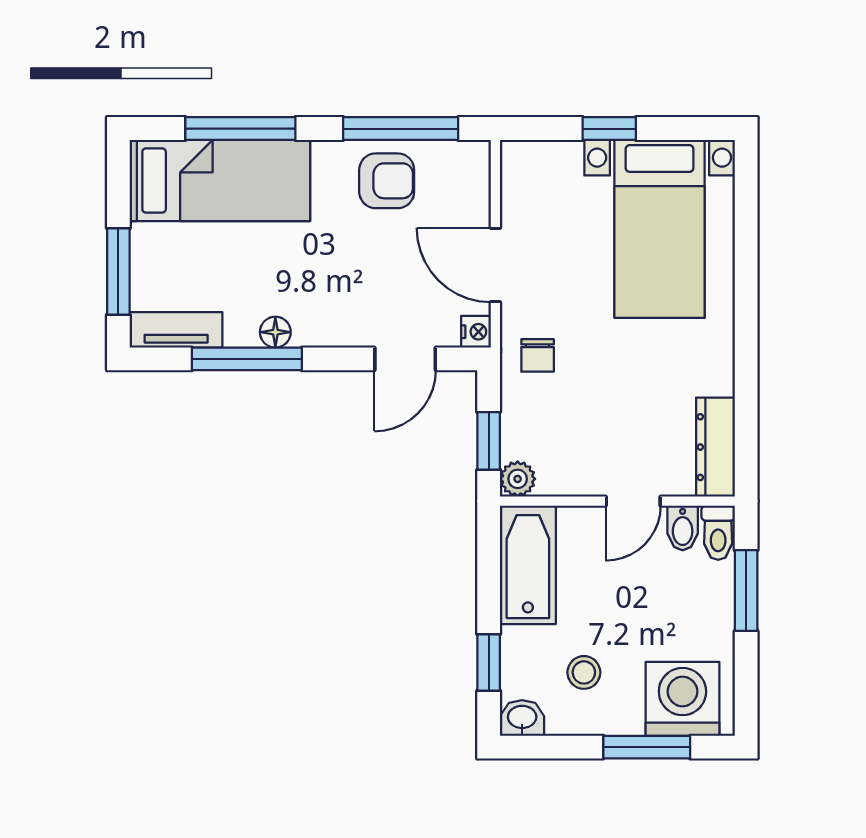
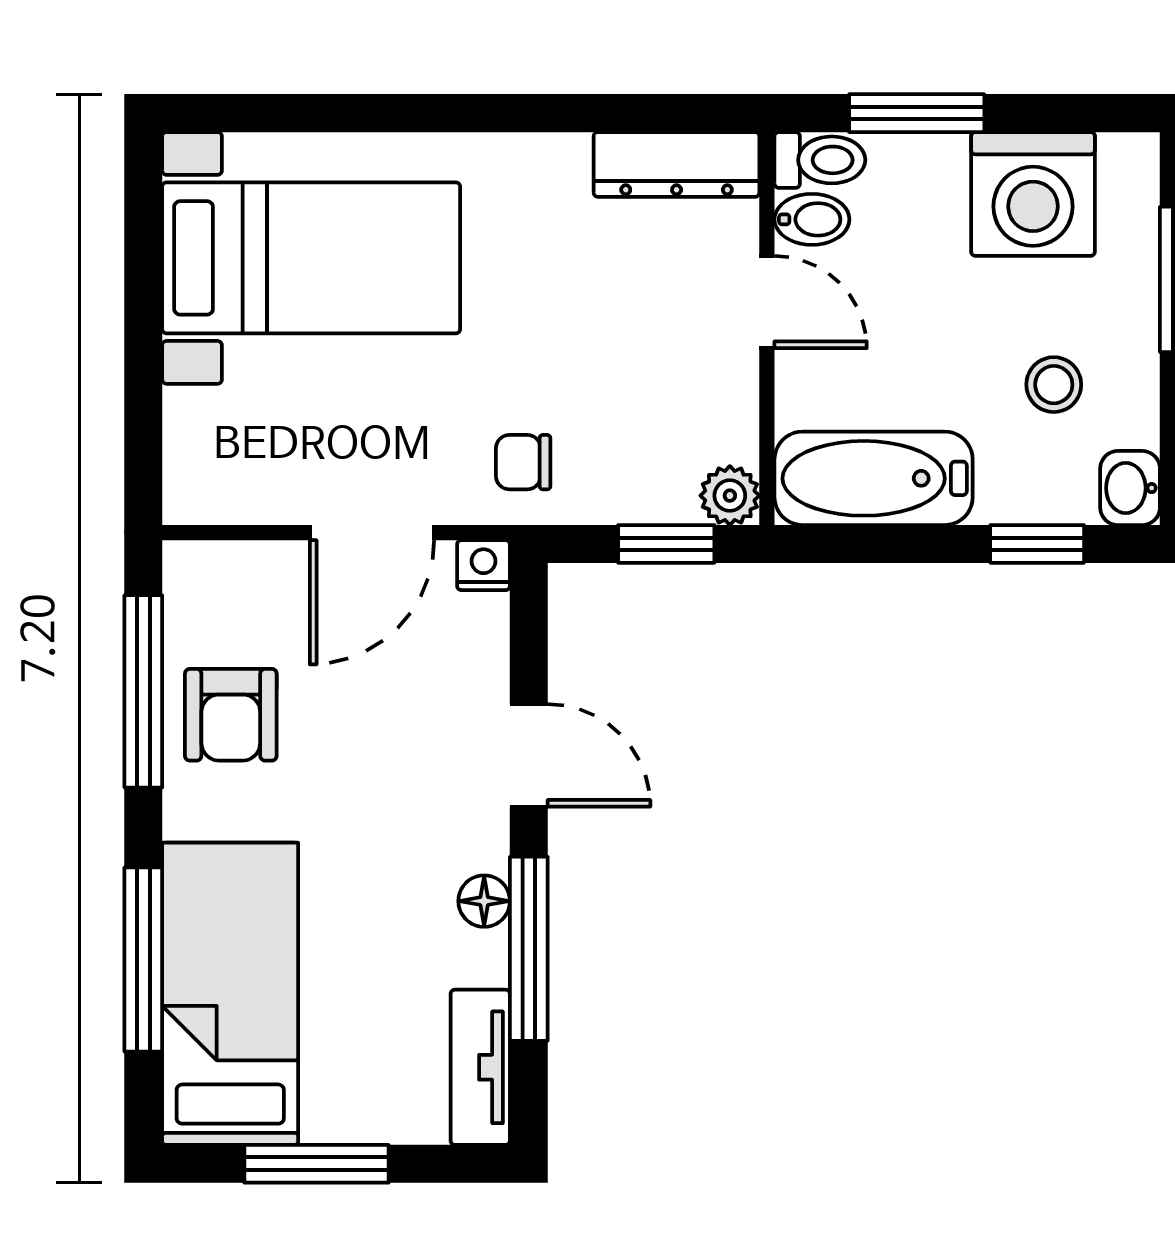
window: (609, 129) -> (143, 342), removed
armchair: (387, 181) -> (231, 715), turned 180
window: (118, 271) -> (316, 1164), moved
chair: (538, 355) -> (523, 462), turned 180
door: (405, 359) -> (529, 755), moved
washing machine: (682, 699) -> (1033, 194), moved, turned -90

